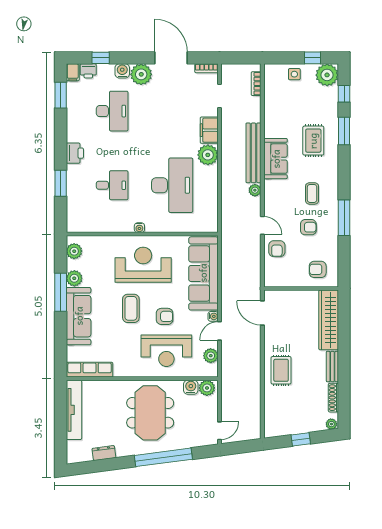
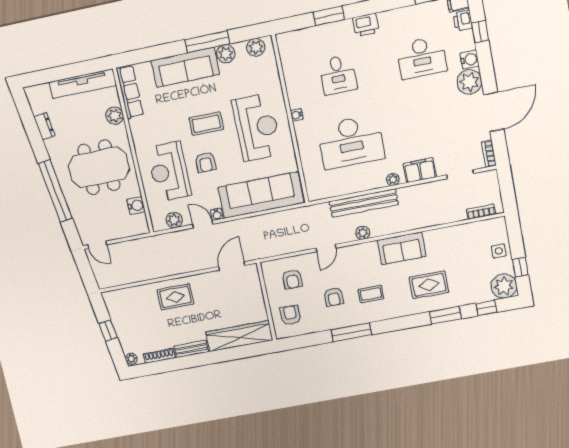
bench: (254, 153) -> (364, 203), moved
plant: (208, 155) -> (393, 179), width x0.53, depth x0.53
armchair: (277, 249) -> (292, 279), moved, turned -90
plant: (207, 388) -> (115, 116), moved

